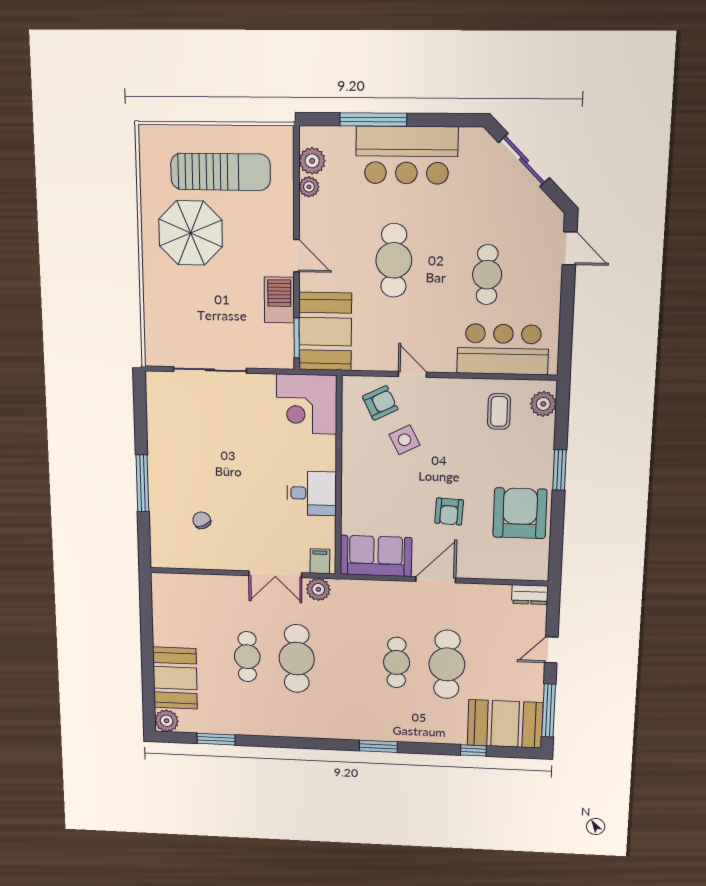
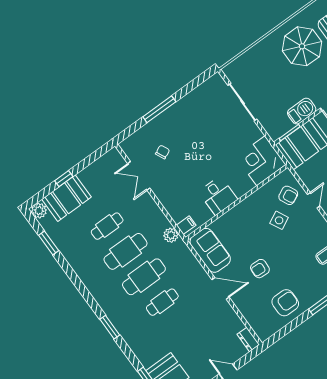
armchair: (520, 513) -> (285, 303), width x0.73, depth x0.73
double door: (275, 574) -> (139, 176), moved
window: (148, 663) -> (64, 179), added
cafe table: (447, 664) -> (144, 277), moved

